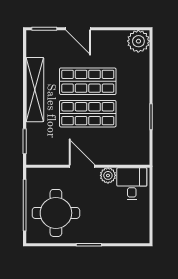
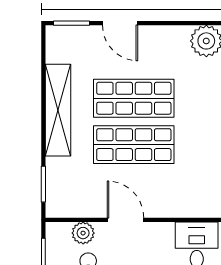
plant: (108, 175) -> (83, 233), moved

